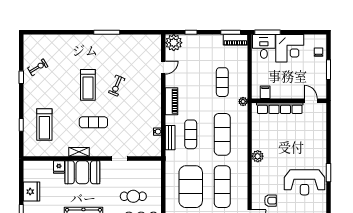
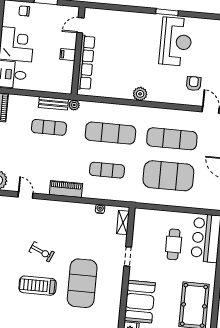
treadmill: (88, 85) -> (38, 286), turned 180
filing cabinet: (265, 92) -> (68, 55), moved
exercise mat: (93, 122) -> (82, 283), width x2.00, depth x1.45
bench: (170, 138) -> (53, 103), moved
shelving: (79, 152) -> (123, 222), moved

